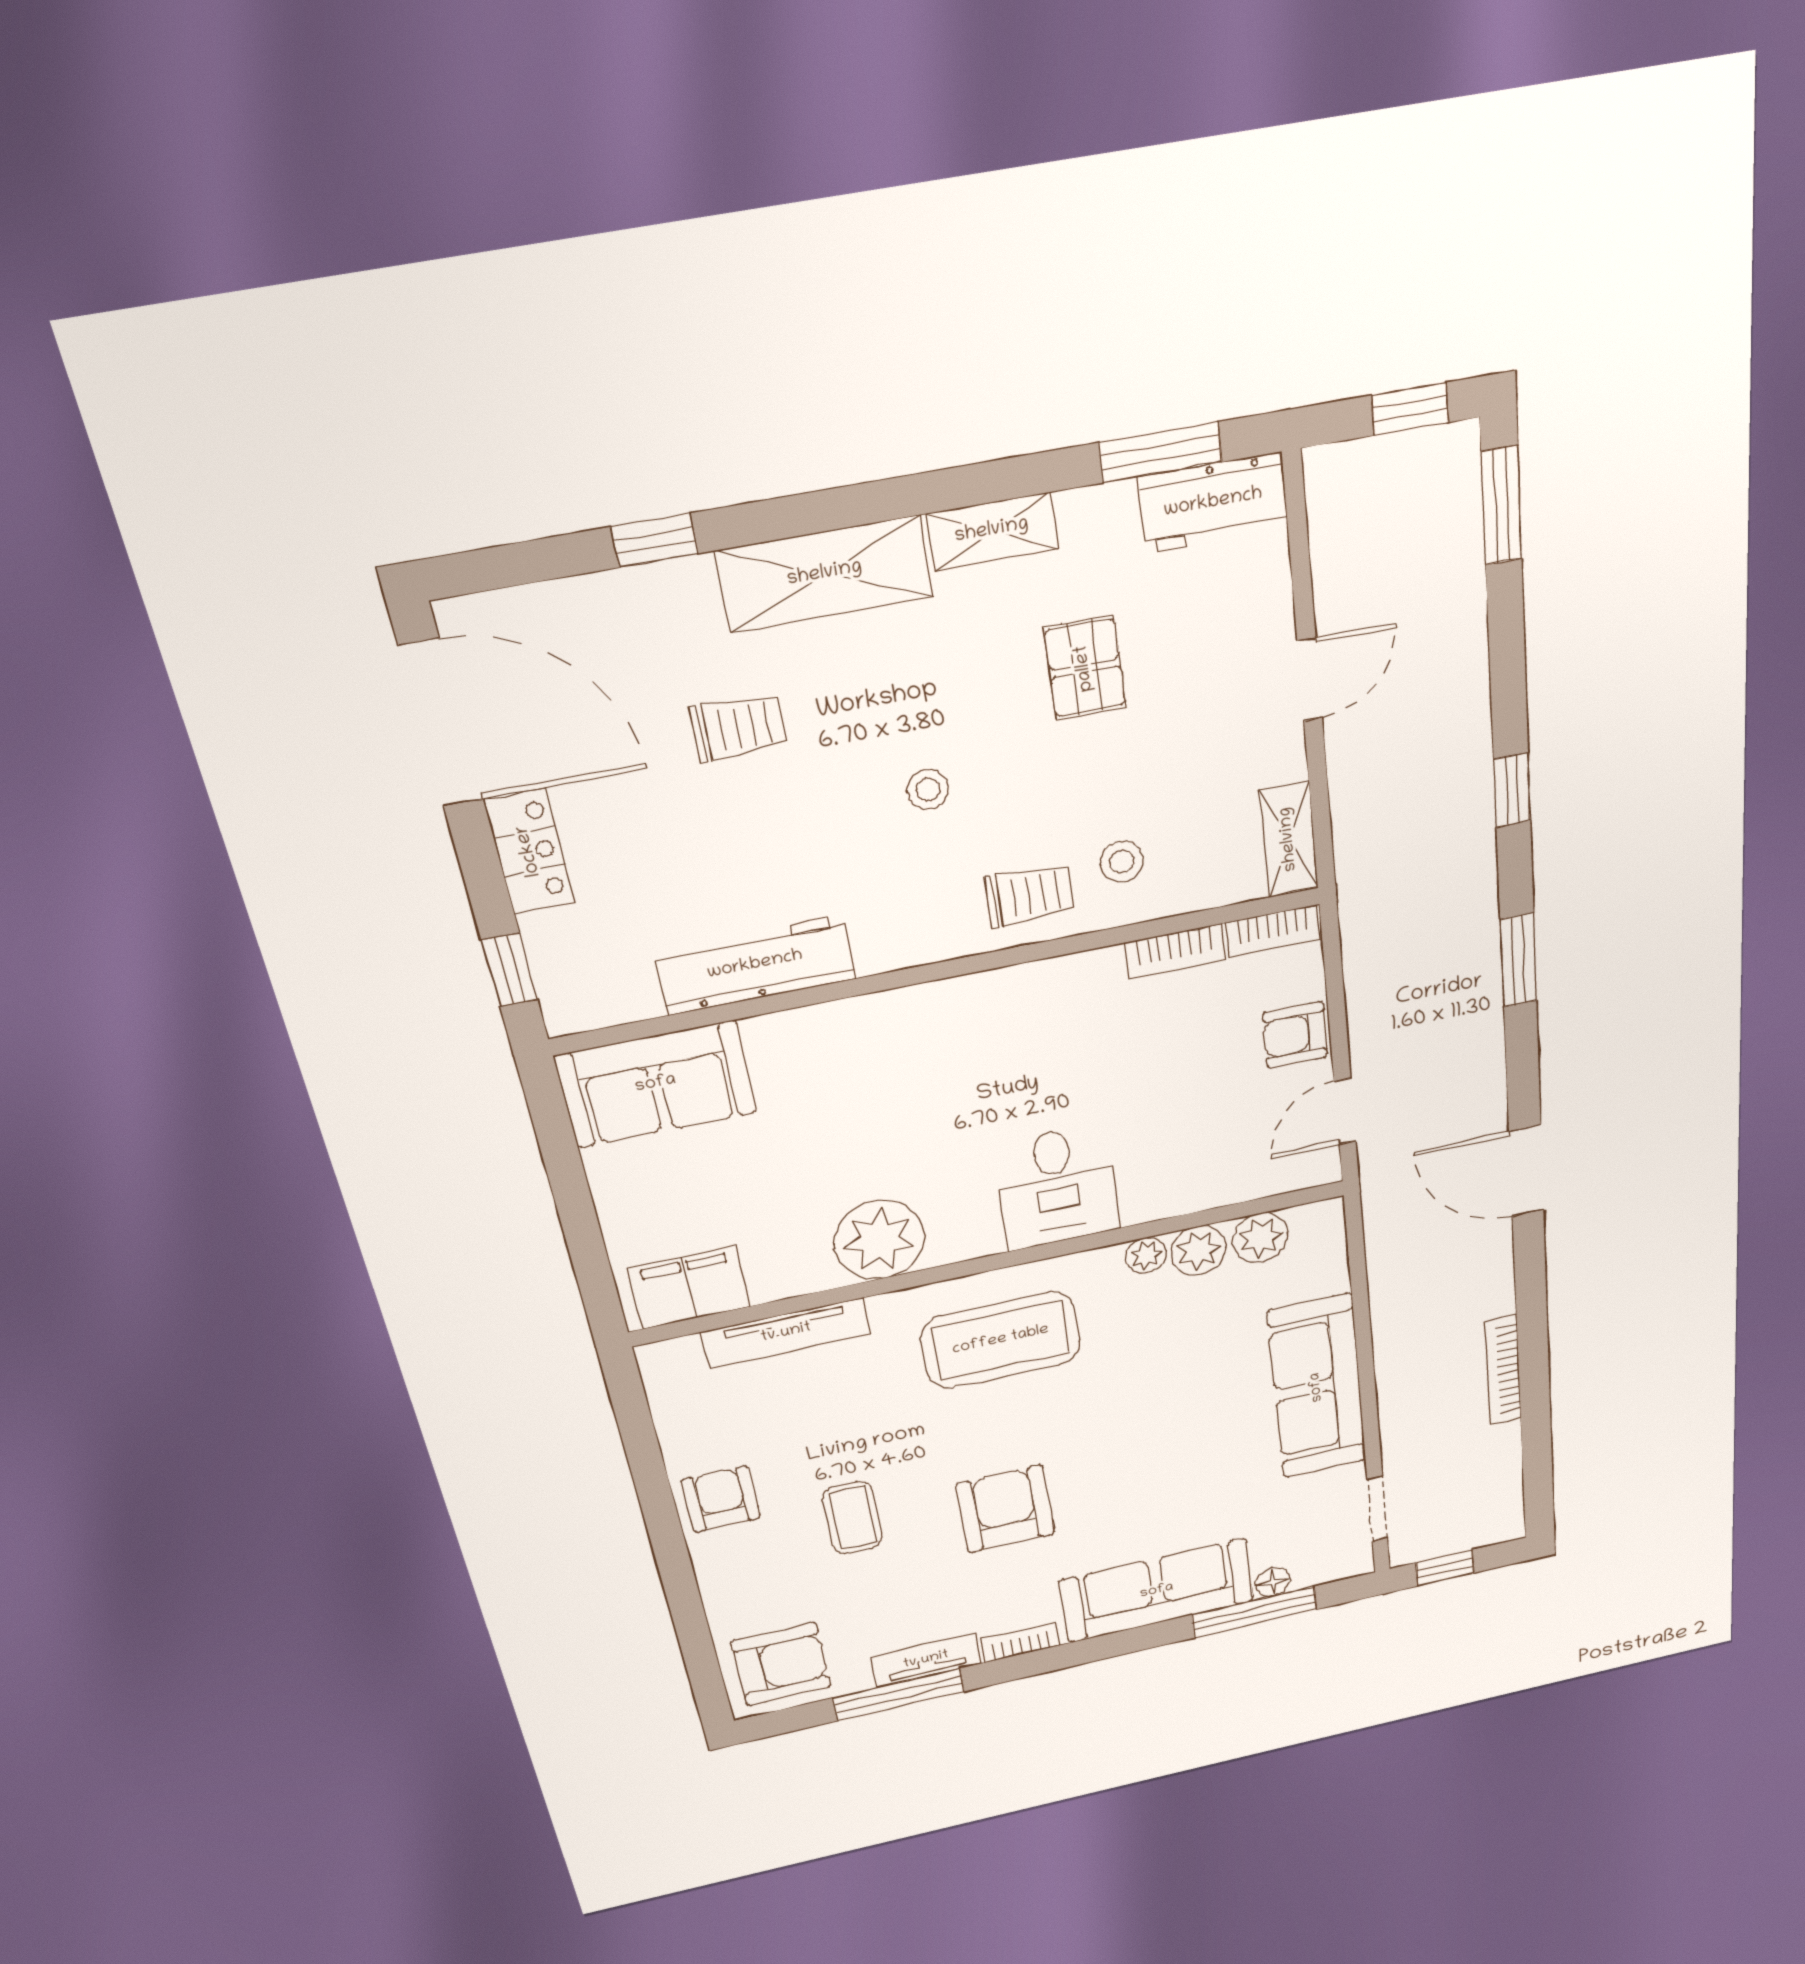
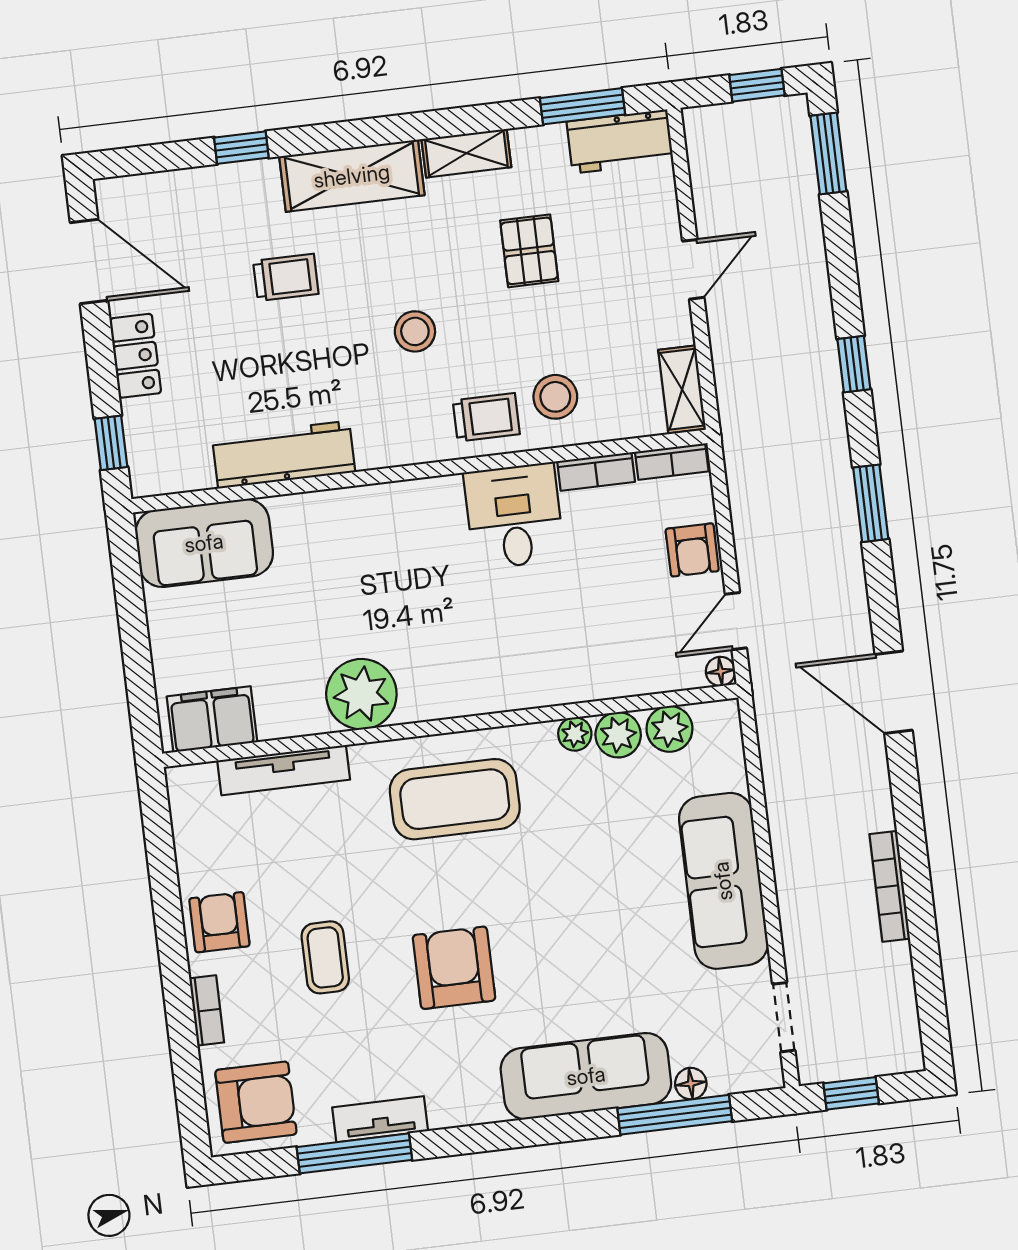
door: (441, 724) -> (89, 261), width x0.73
stool: (928, 789) -> (415, 331), width x1.37, depth x1.37
stool: (1122, 862) -> (555, 397), width x1.37, depth x1.37
armchair: (1295, 1035) -> (692, 550), turned -91
floor lamp: (1324, 1169) -> (720, 671), added
desk: (1057, 1187) -> (514, 516), moved, turned 180
bookcase: (1021, 1642) -> (207, 1010), moved, turned 90

